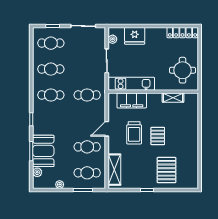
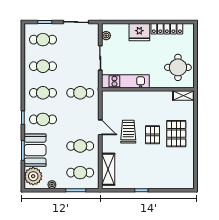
locker: (182, 33) -> (167, 29), moved
fridge: (135, 36) -> (139, 32), moved
shelving: (173, 98) -> (183, 95), moved
filing cabinet: (132, 100) -> (126, 98), removed
cafe table: (51, 121) -> (43, 119), added
door: (107, 129) -> (100, 127), swing flipped
trolley: (134, 133) -> (128, 132), turned 180
pallet: (166, 170) -> (176, 134), moved
plant: (37, 172) -> (33, 176), width x1.88, depth x1.88

